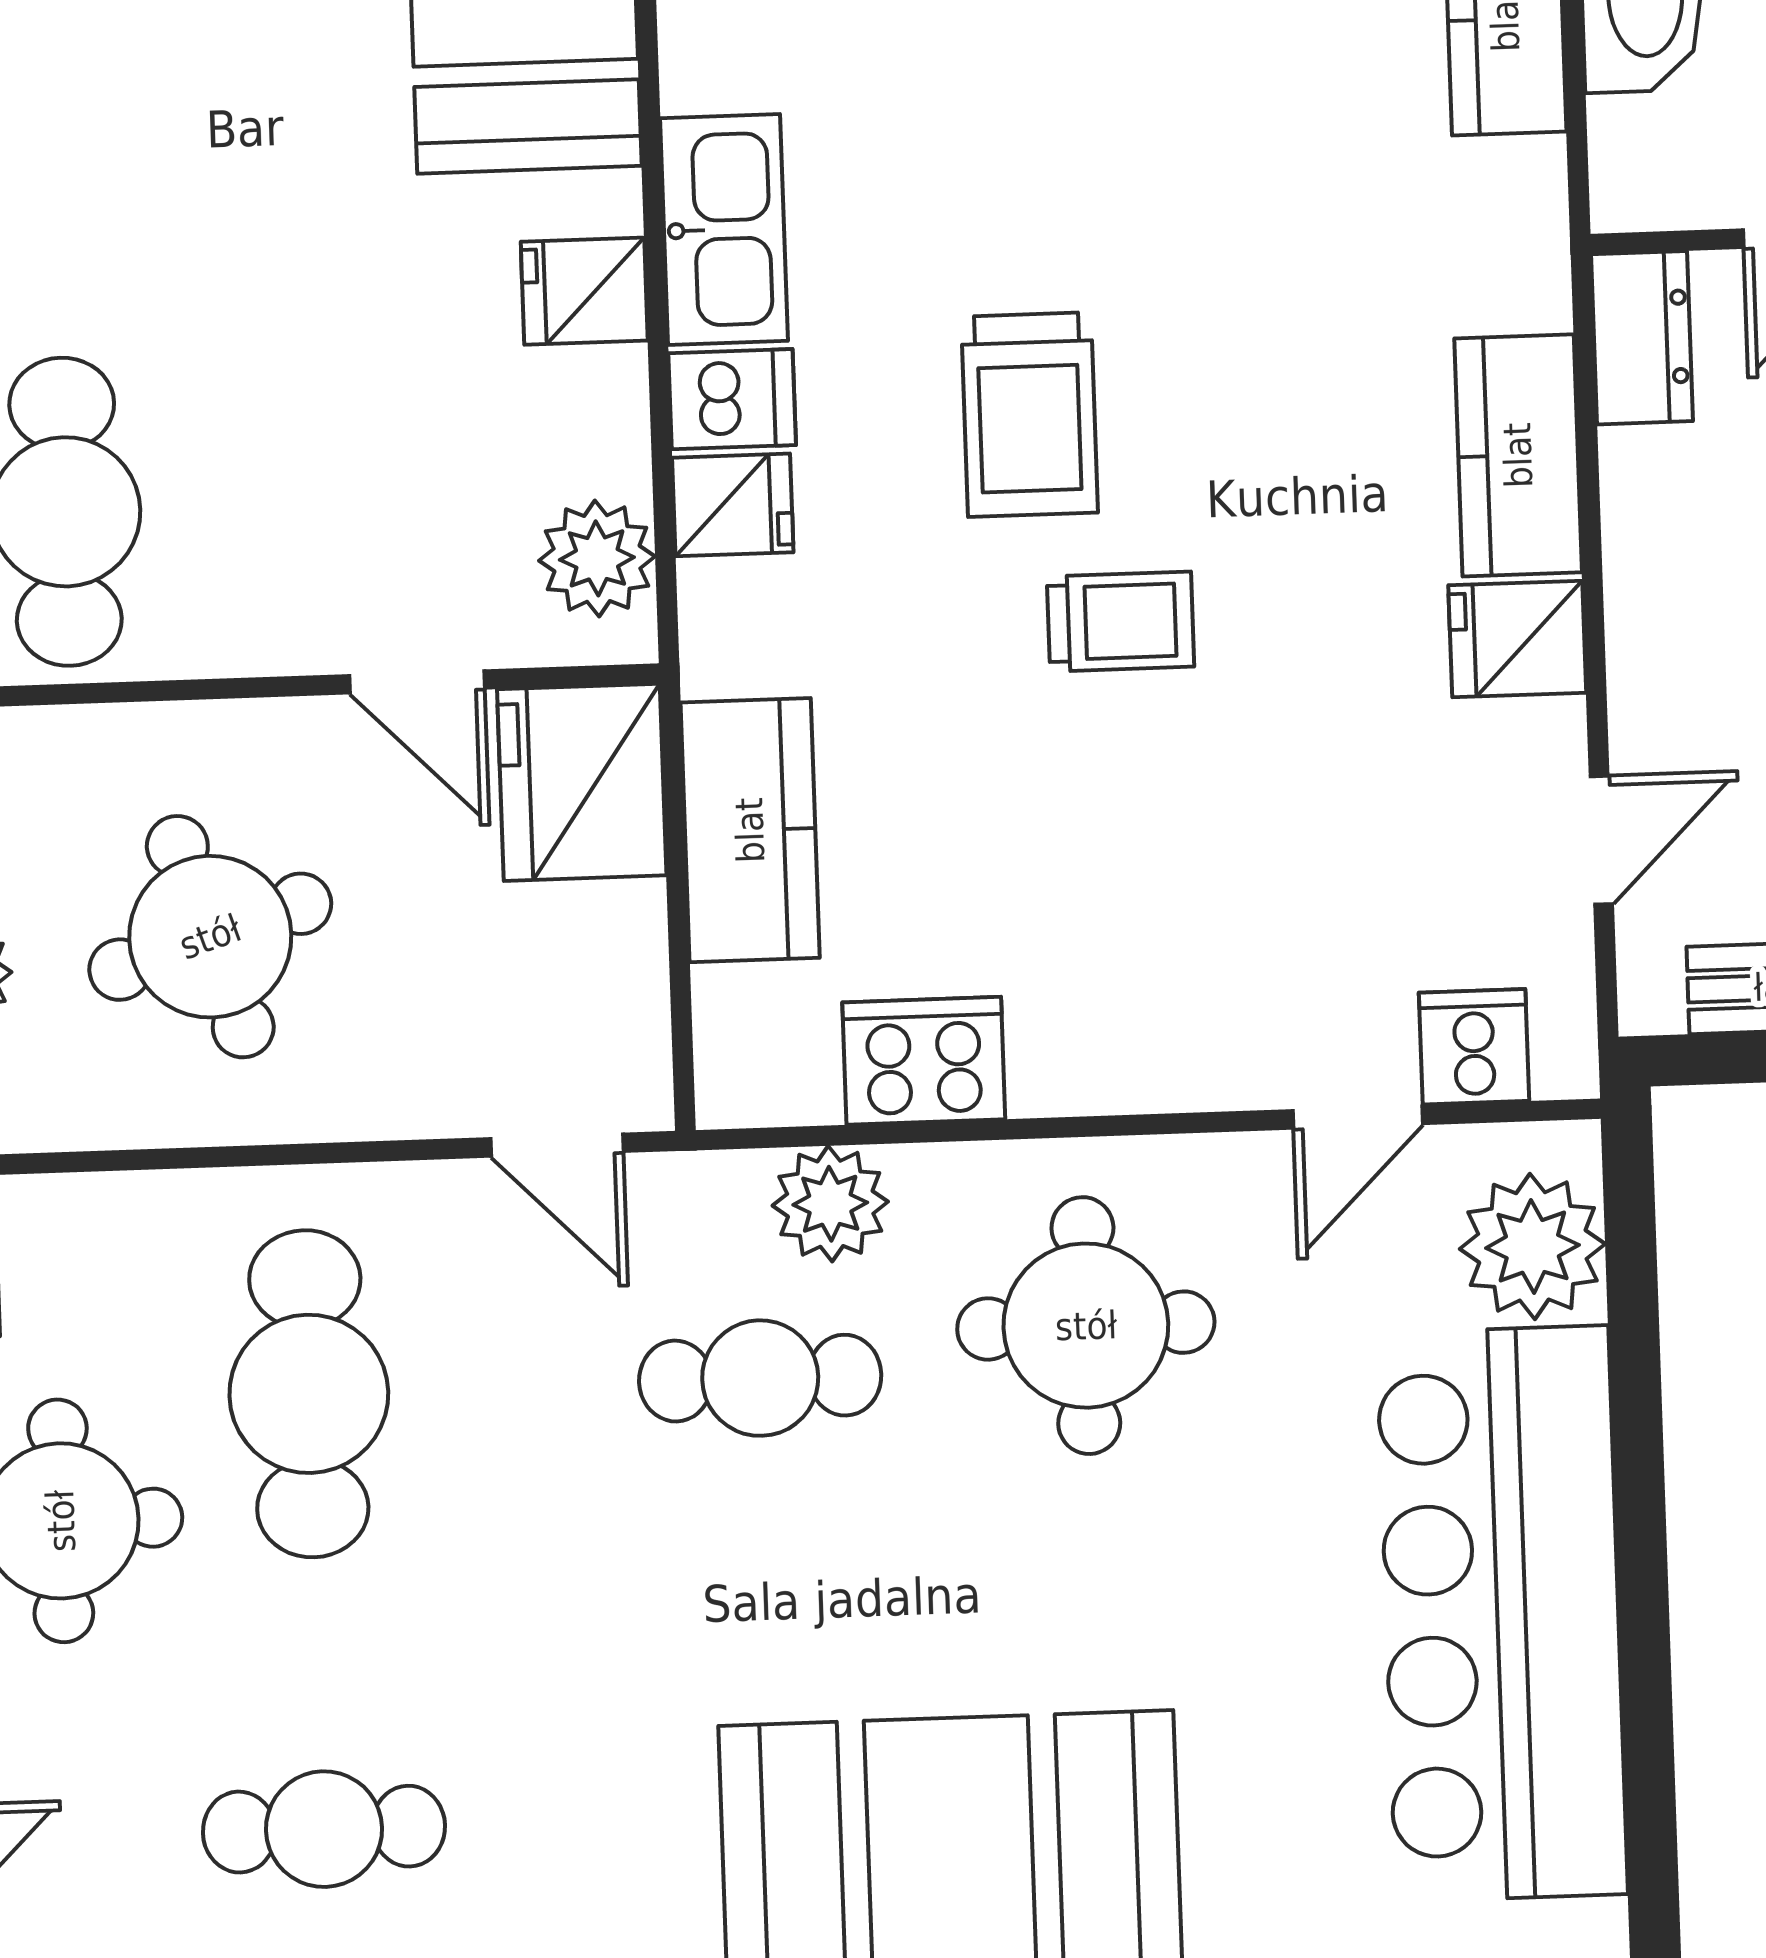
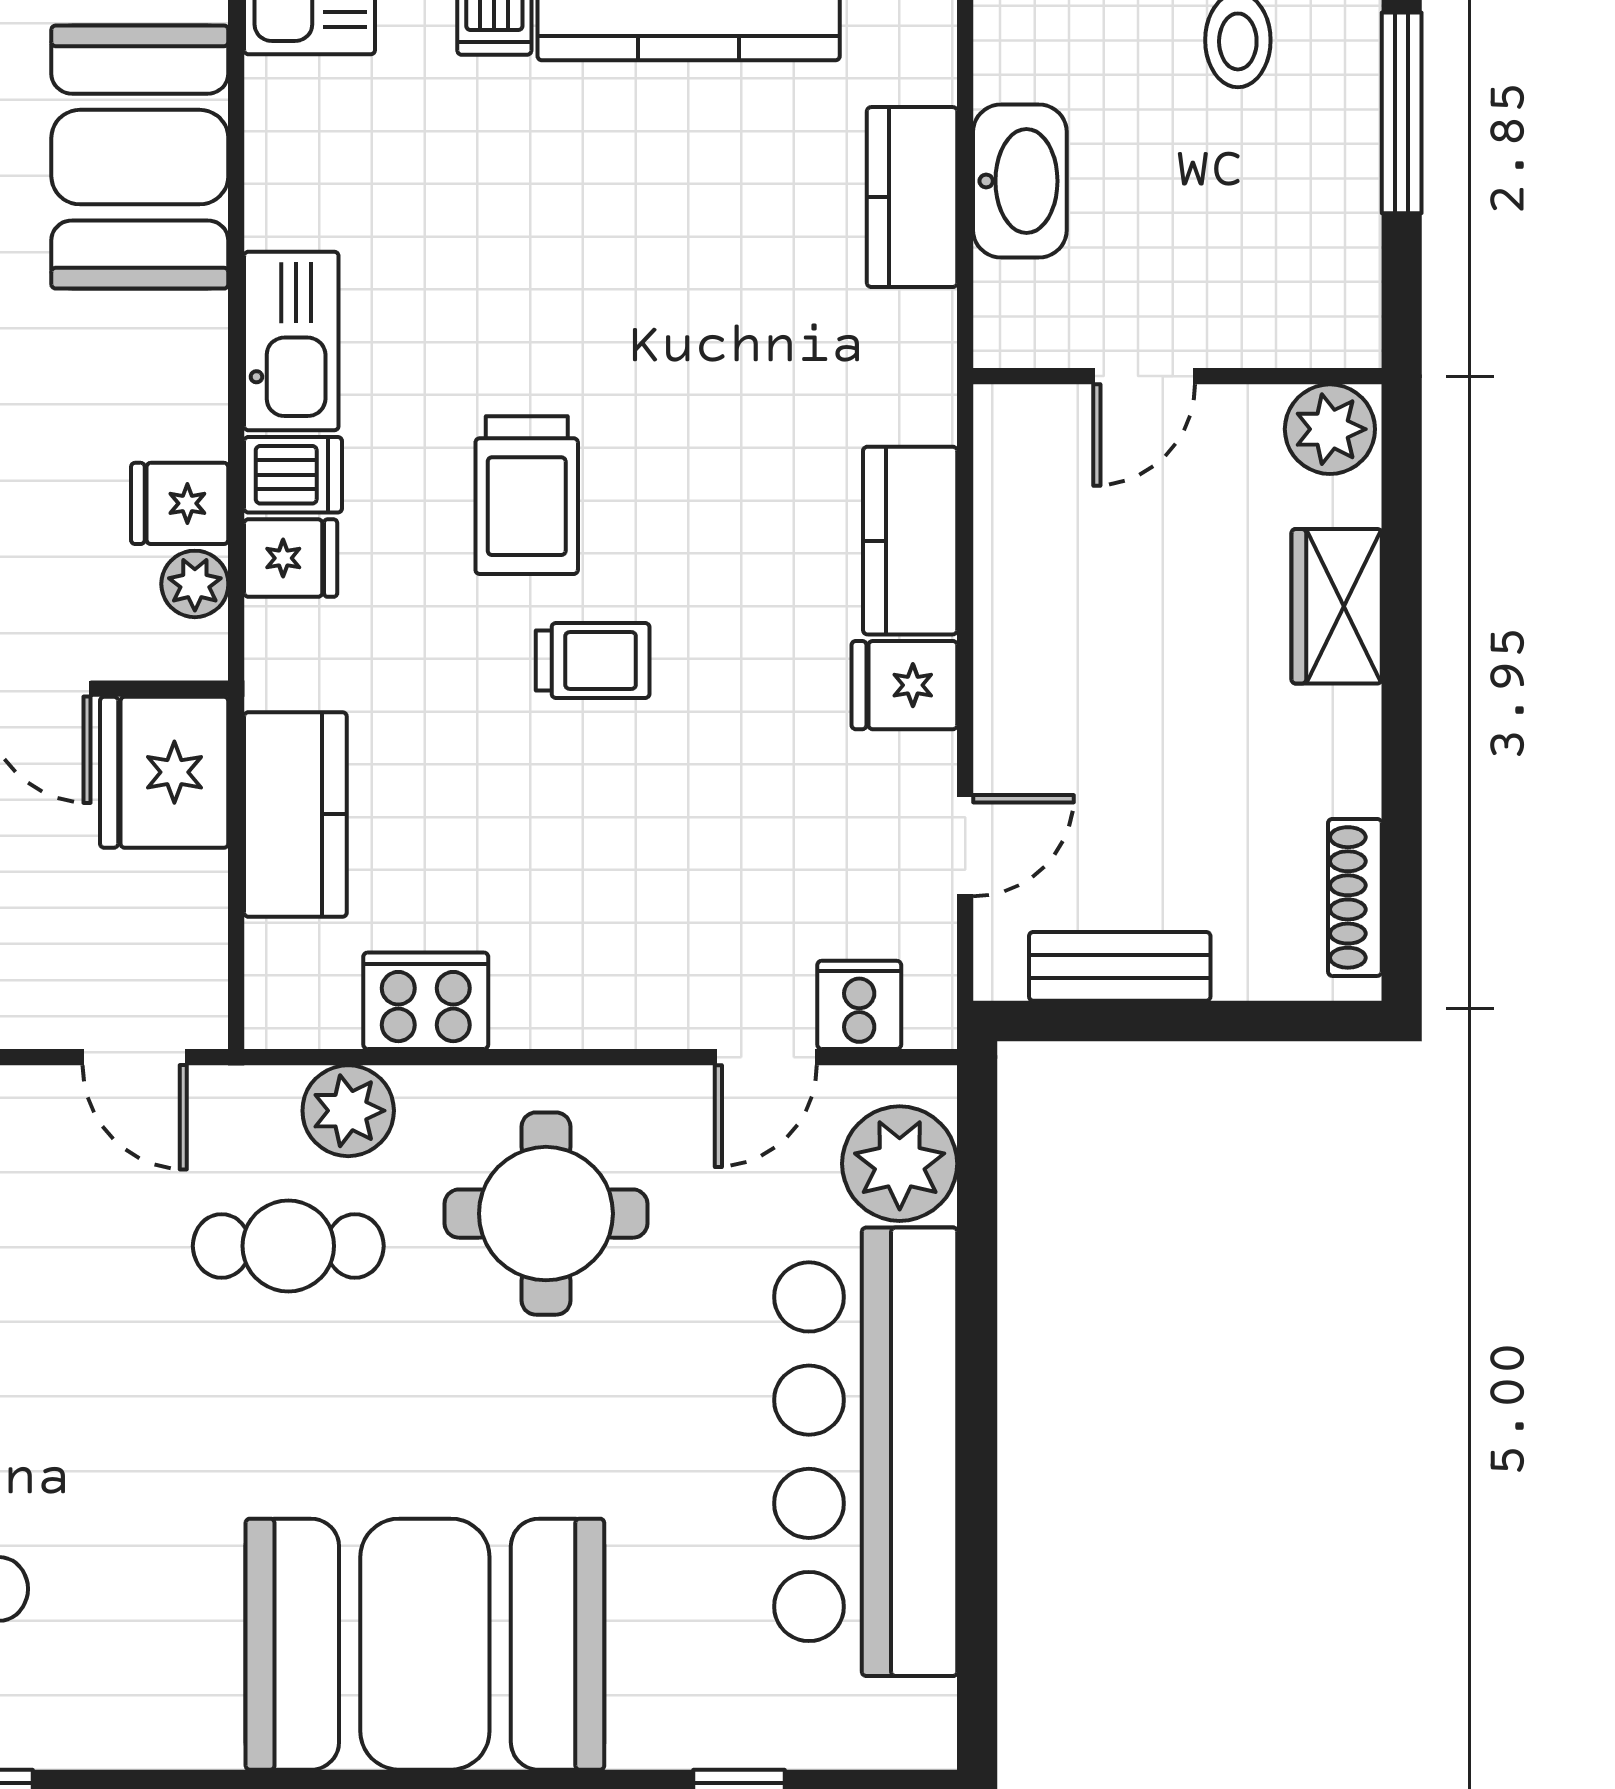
fridge: (584, 291) -> (180, 503), moved
dresser: (1642, 338) -> (1011, 451), removed
plant: (597, 558) -> (195, 584), width x0.73, depth x0.73

